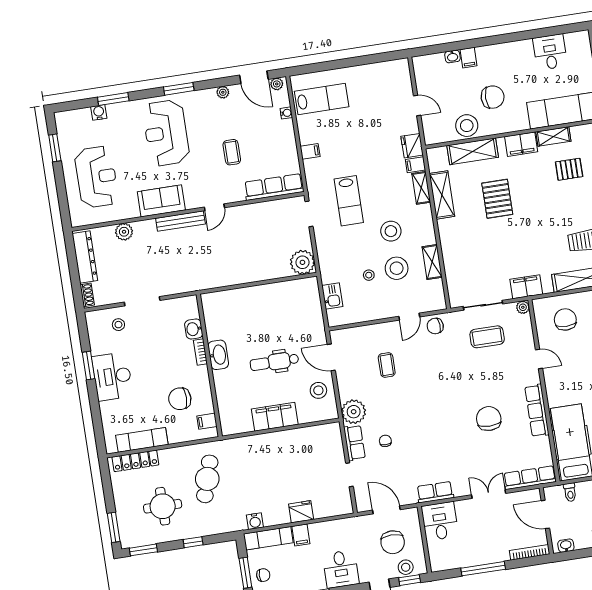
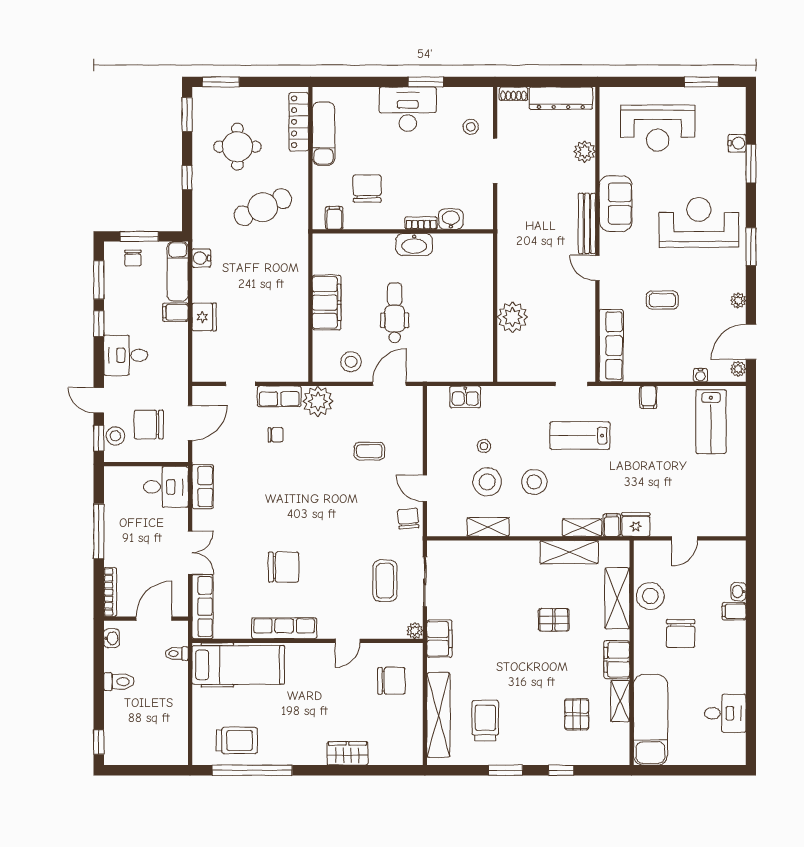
pallet: (497, 199) -> (554, 620), width x0.67, depth x0.71
plant: (302, 262) -> (513, 317), moved
cafe table: (207, 479) -> (263, 207), turned -41

